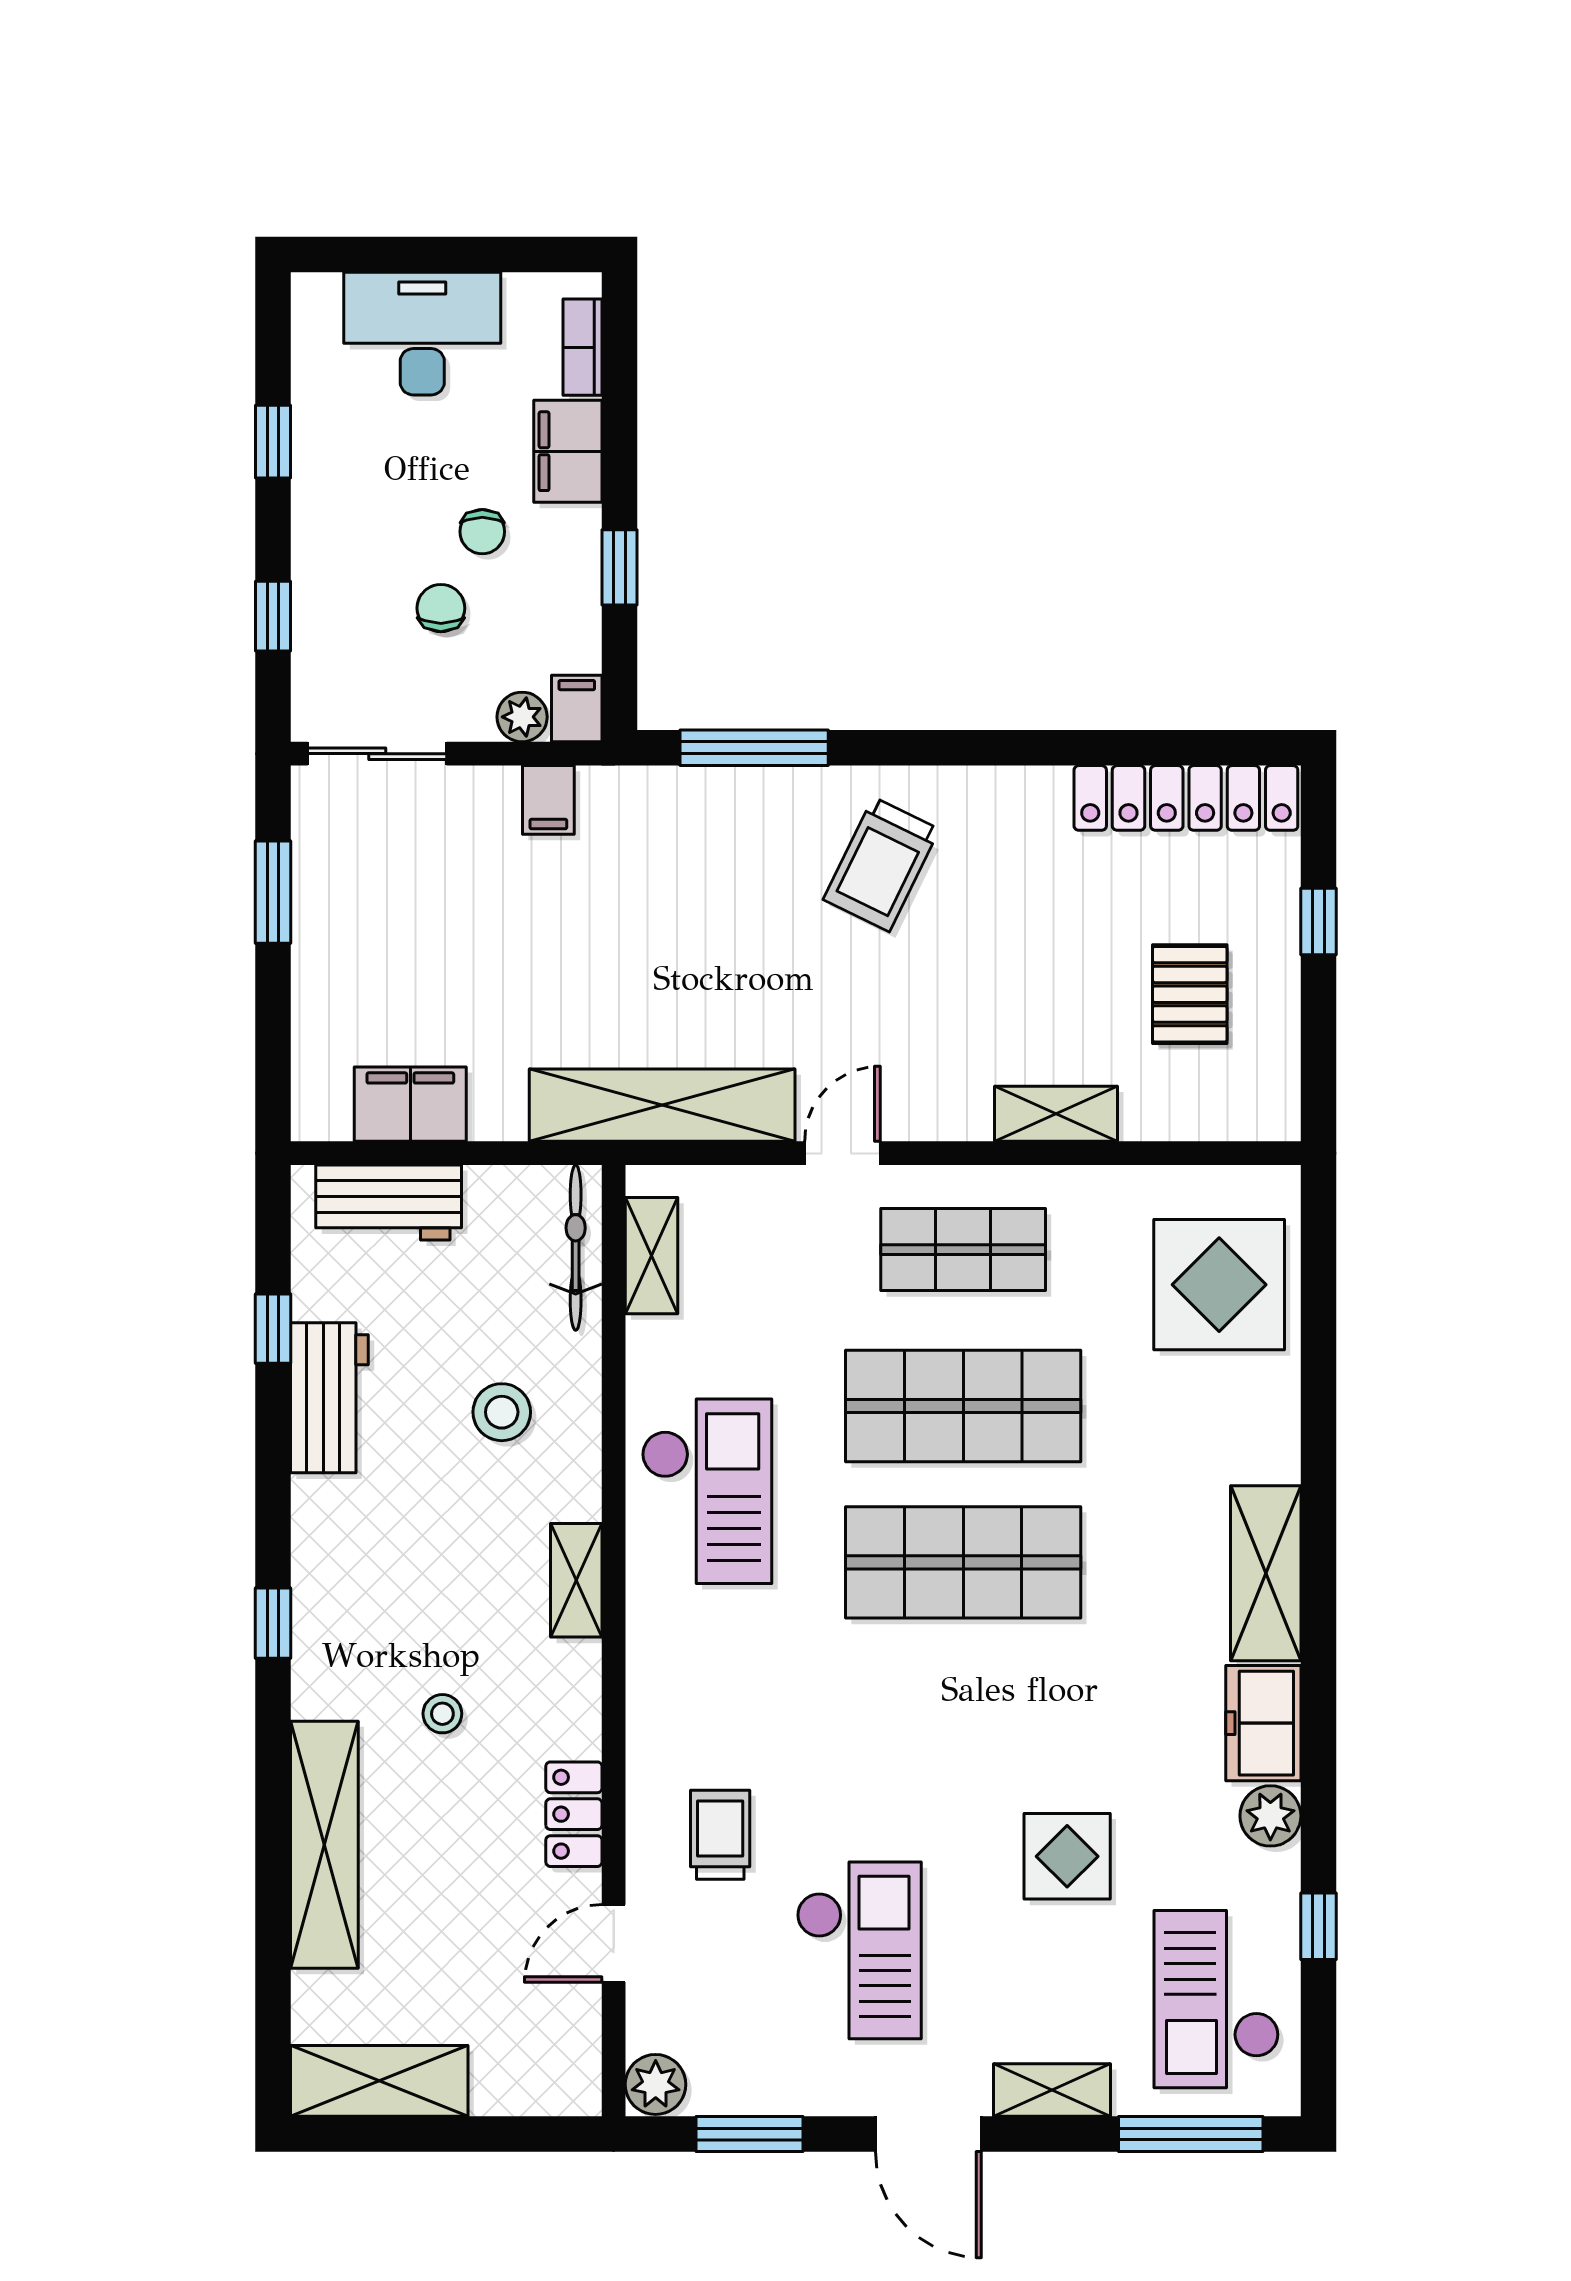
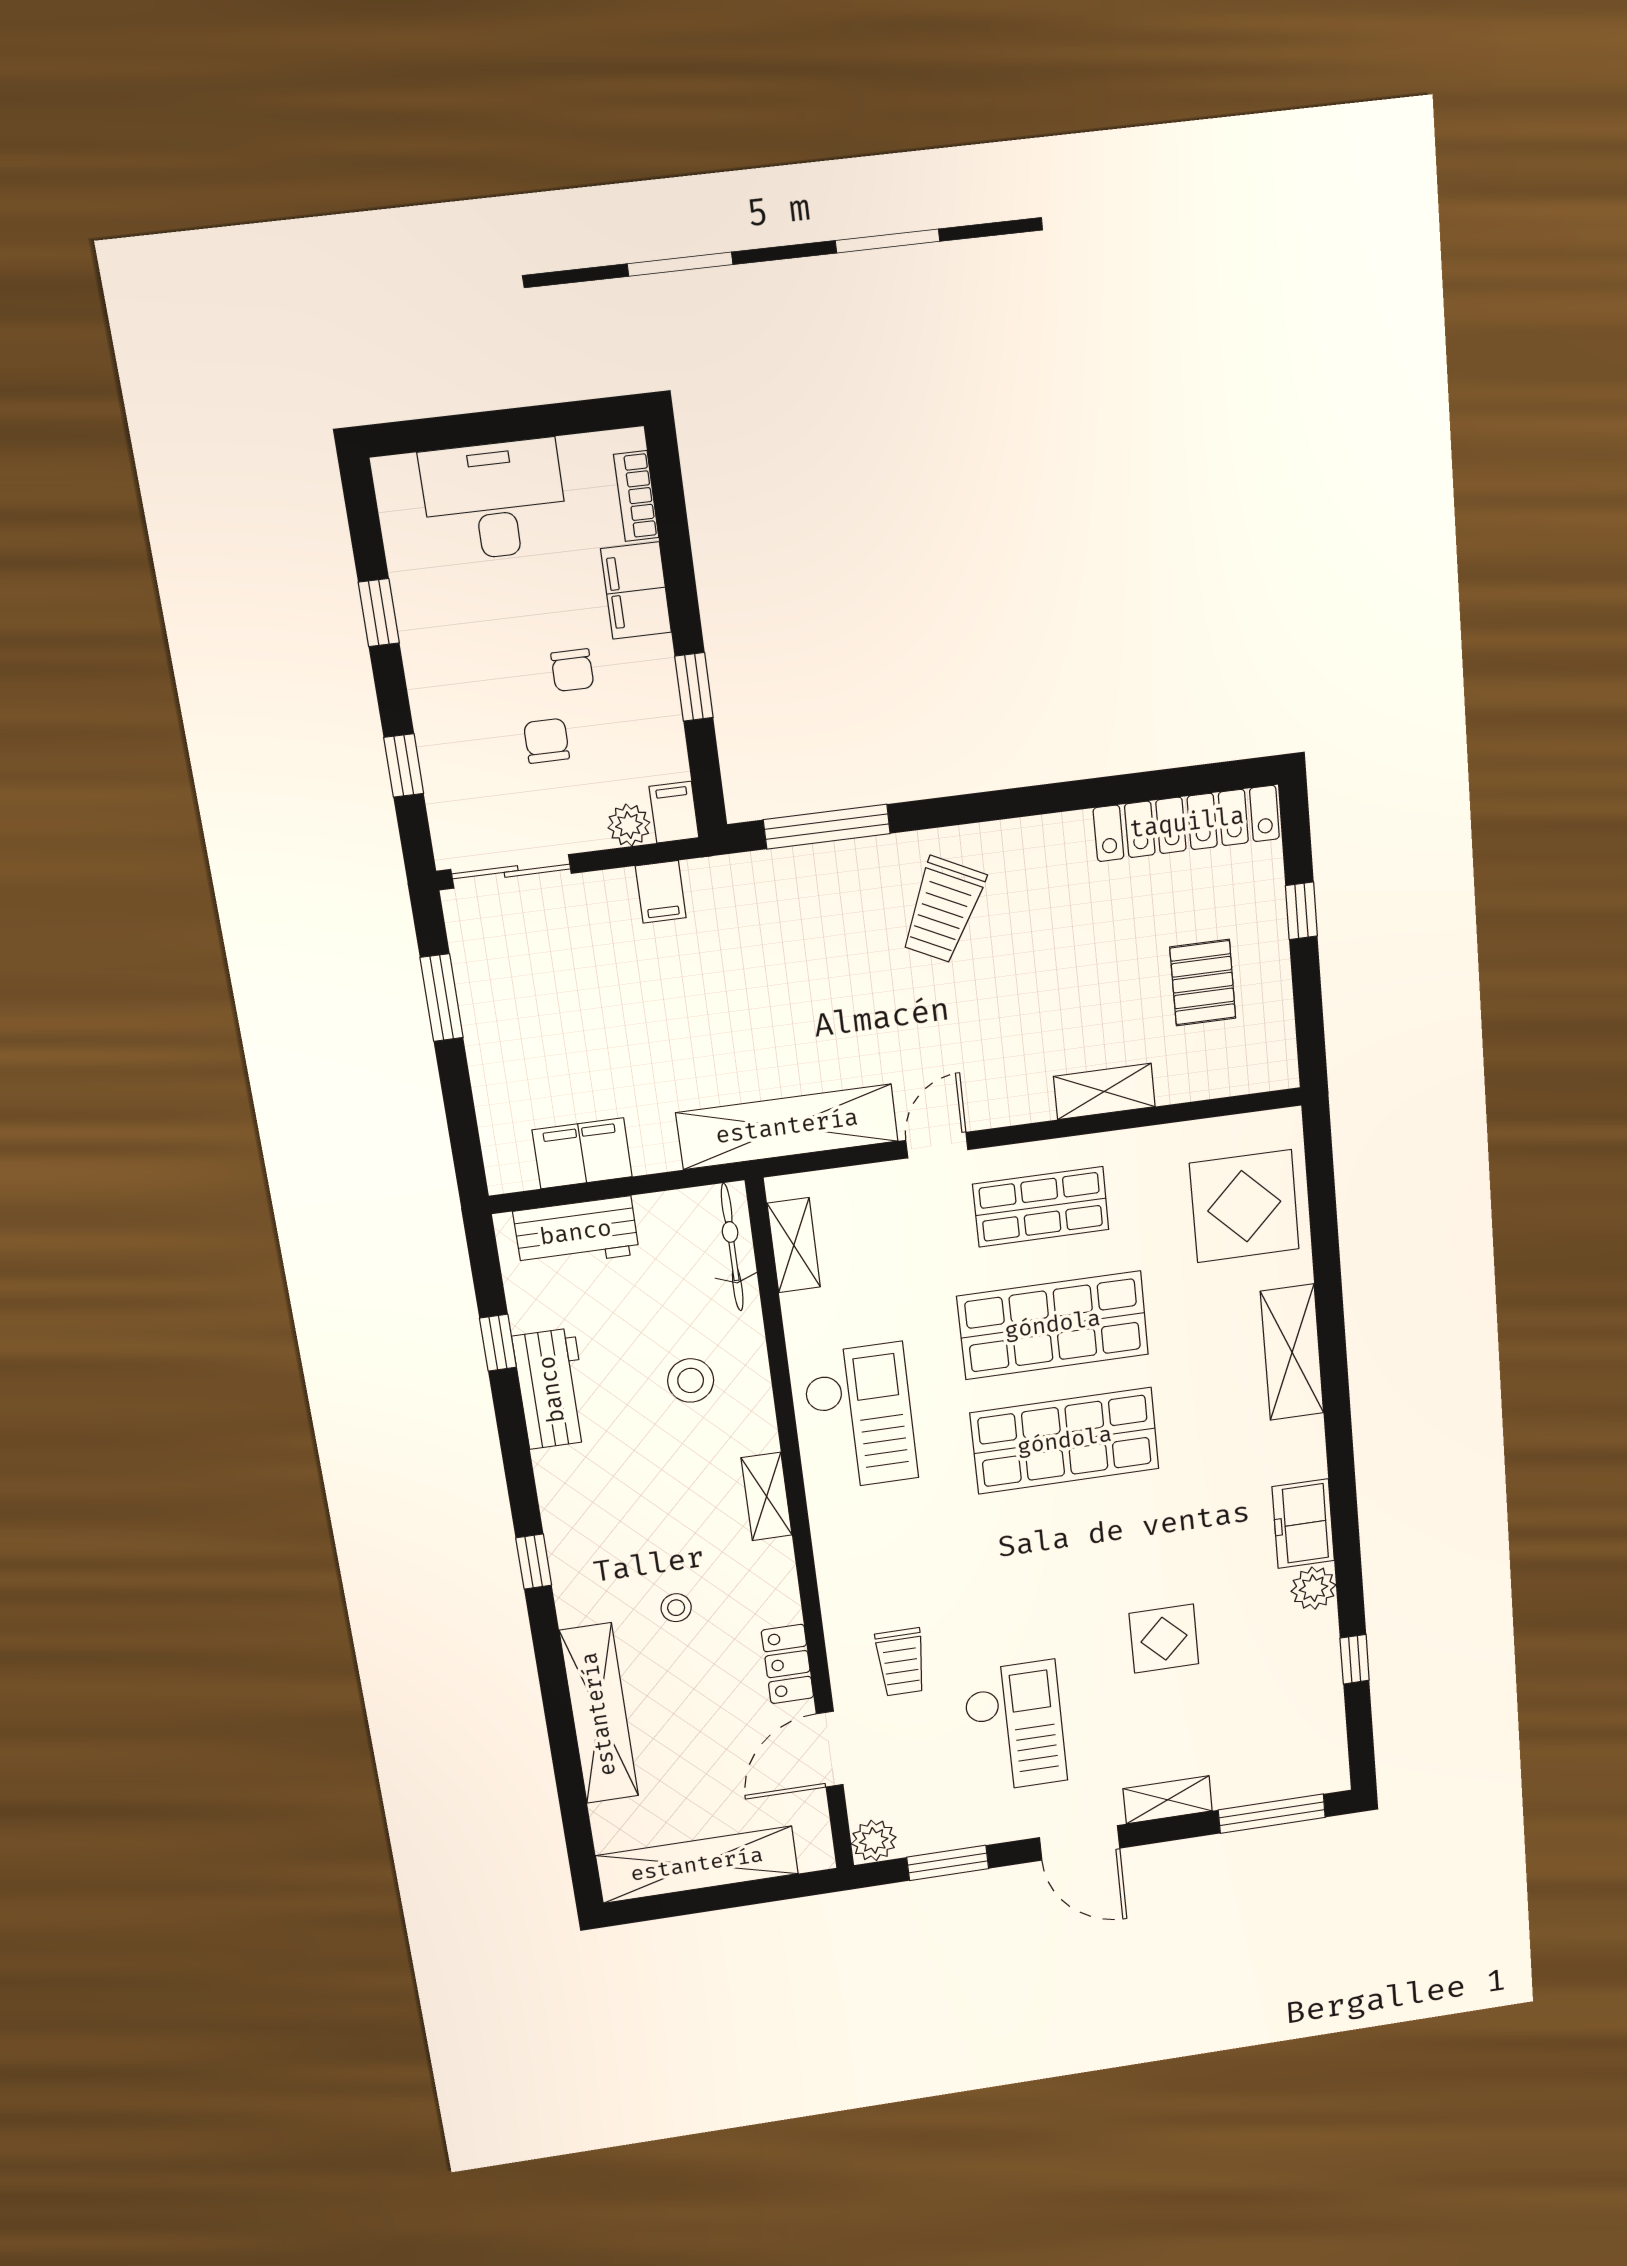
shelving: (1266, 1573) -> (1292, 1352), moved
trolley: (720, 1835) -> (901, 1662), turned 180
door: (614, 1943) -> (830, 1749), width x1.37
checkout: (1216, 1999) -> (1283, 1720), removed
shelving: (379, 2081) -> (697, 1865), width x1.47

